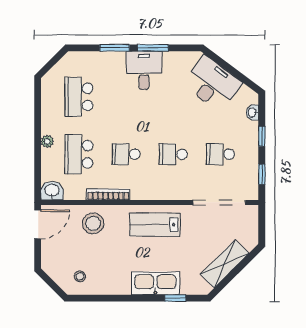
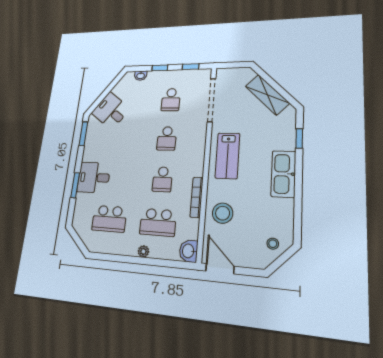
window: (153, 48) -> (83, 134), moved
desk: (144, 70) -> (94, 177), moved
desk: (212, 84) -> (111, 111), width x0.73
stool: (80, 276) -> (273, 244), moved
kitchen sink: (155, 283) -> (283, 174), moved

